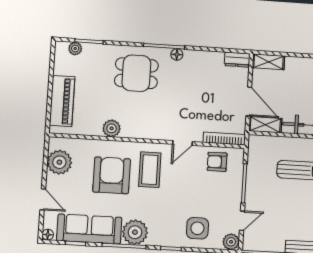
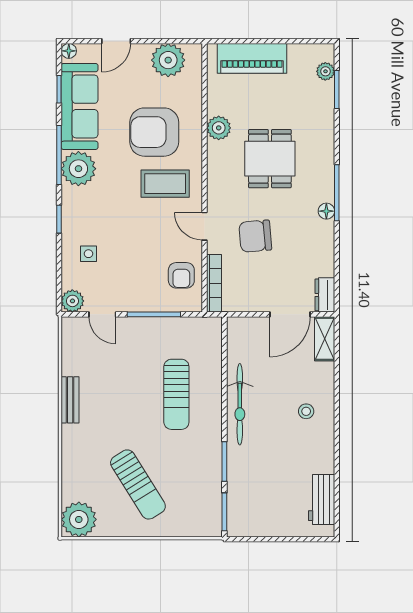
dining table: (136, 73) -> (270, 159), moved
door: (249, 101) -> (290, 314), moved
chair: (192, 107) -> (255, 236), added
shelving: (265, 125) -> (237, 339), removed
armchair: (217, 162) -> (181, 275), turned 180
armchair: (112, 175) -> (154, 132), turned 180
side table: (197, 228) -> (88, 254), width x0.54, depth x0.54

